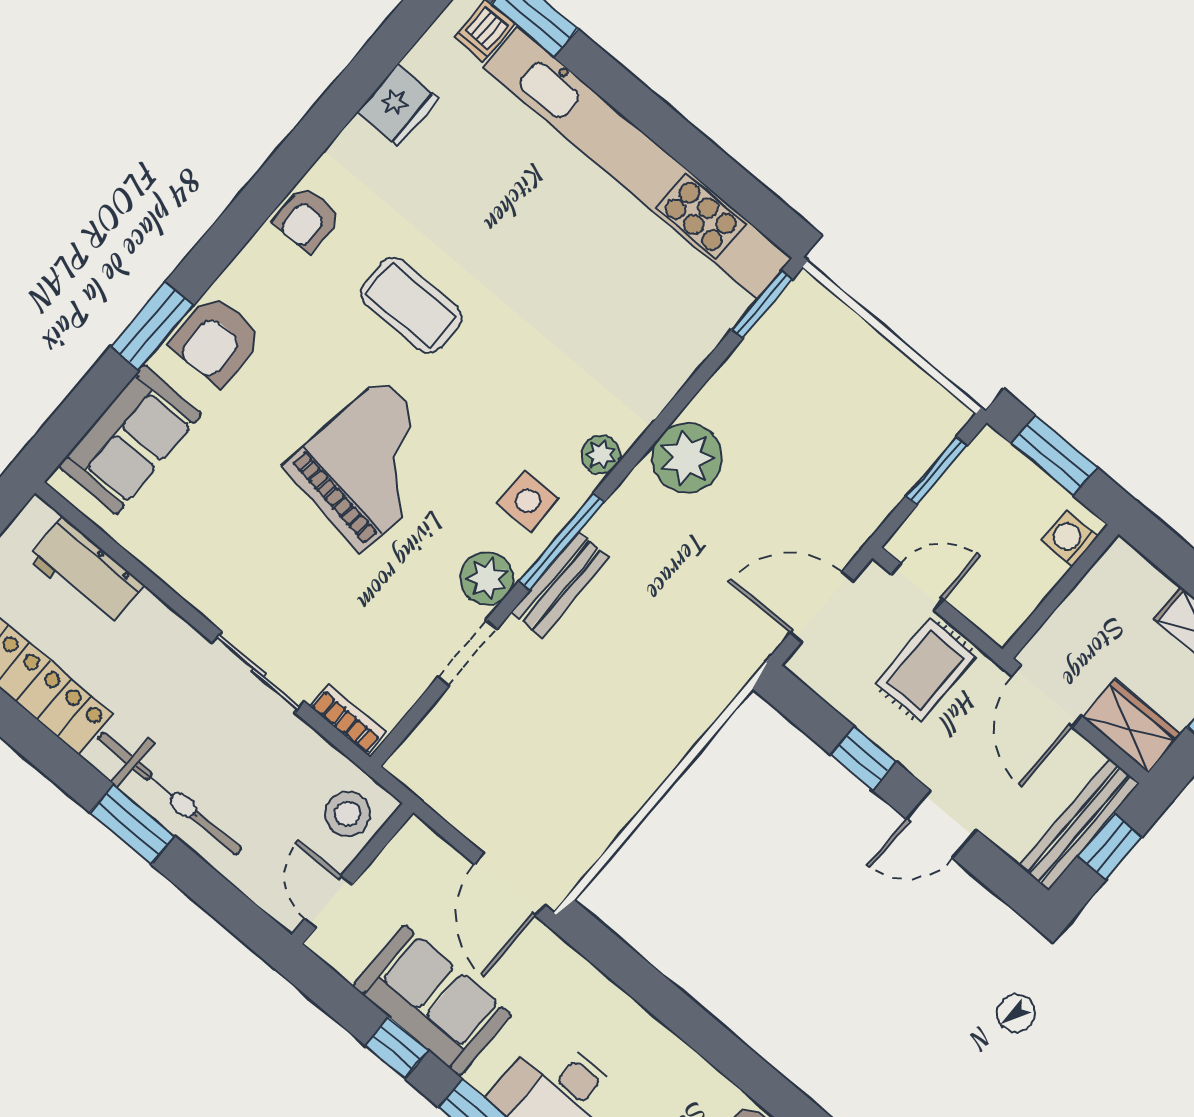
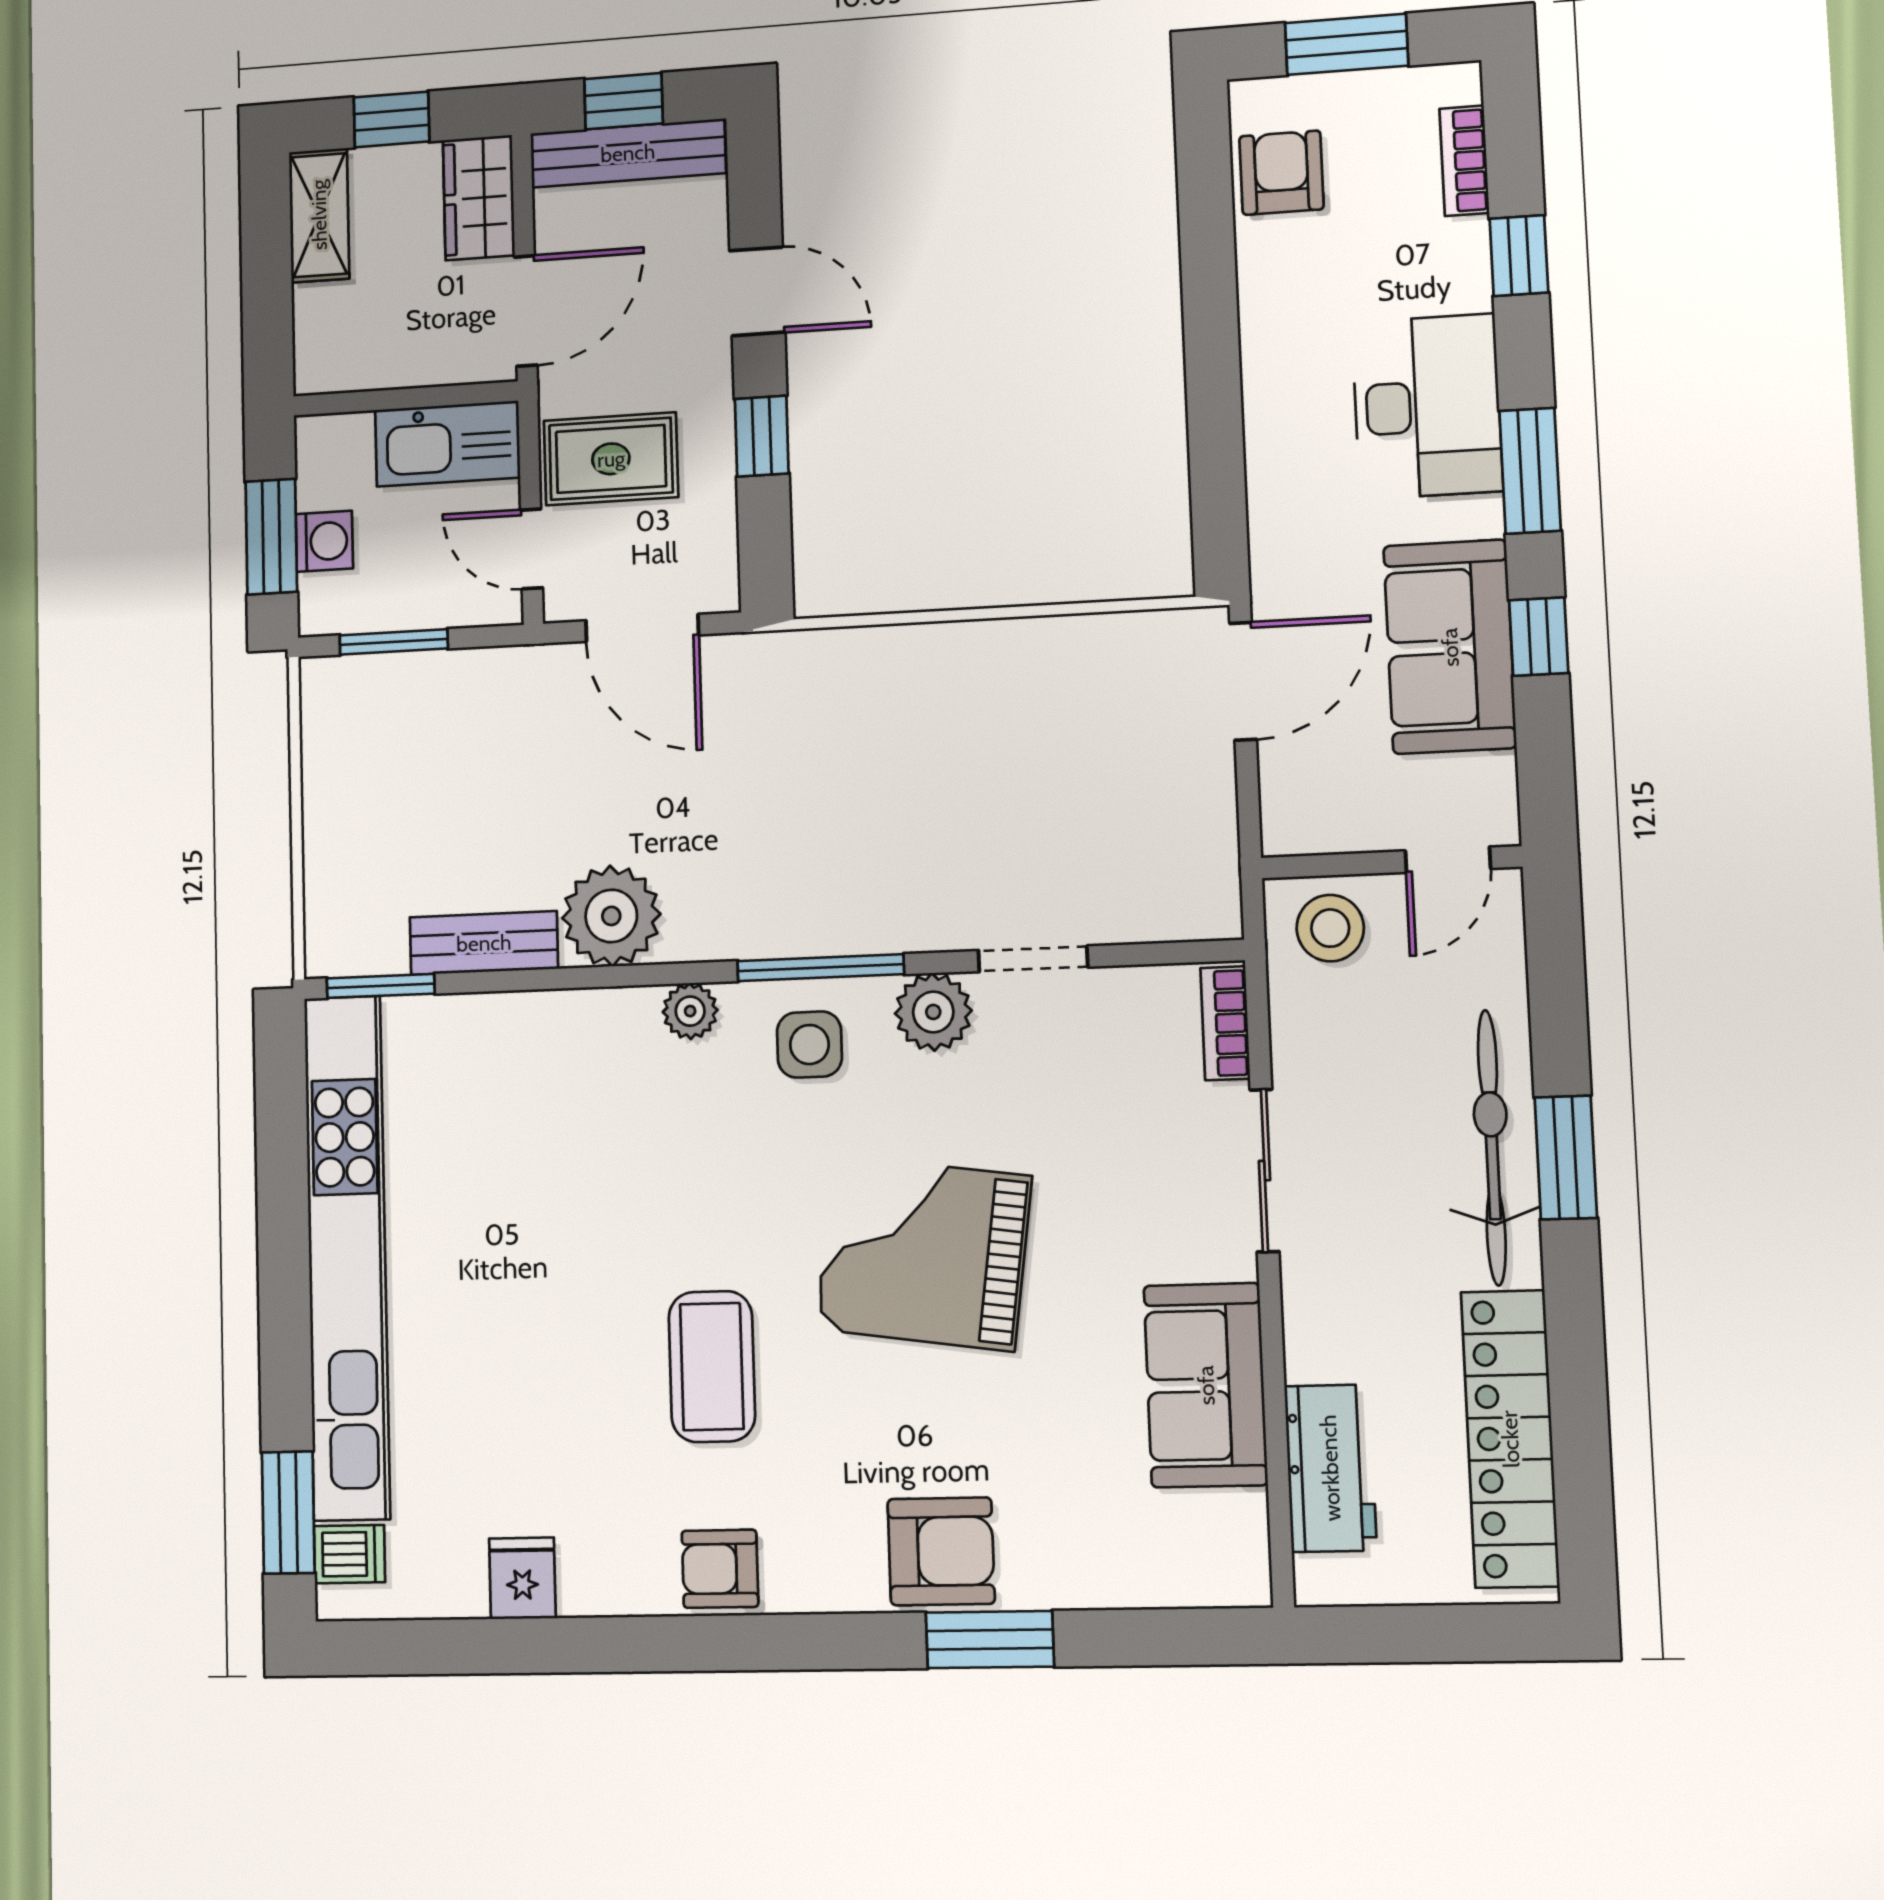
fridge: (398, 105) -> (522, 1578), width x0.72
armchair: (307, 219) -> (720, 1569), turned 180
sofa: (130, 440) -> (1206, 1385), moved, turned -90
washing machine: (1070, 539) -> (324, 541), moved, turned -90
bench: (560, 585) -> (484, 943), moved
kitchen sink: (1015, 592) -> (447, 444), added

